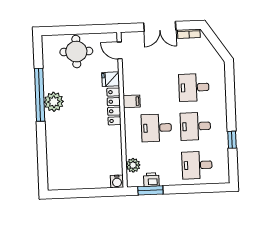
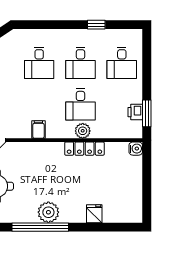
fridge: (111, 79) -> (94, 214), moved, turned 180
filing cabinet: (132, 101) -> (38, 130), moved
locker: (114, 106) -> (84, 149), moved
plant: (133, 165) -> (83, 131), moved

